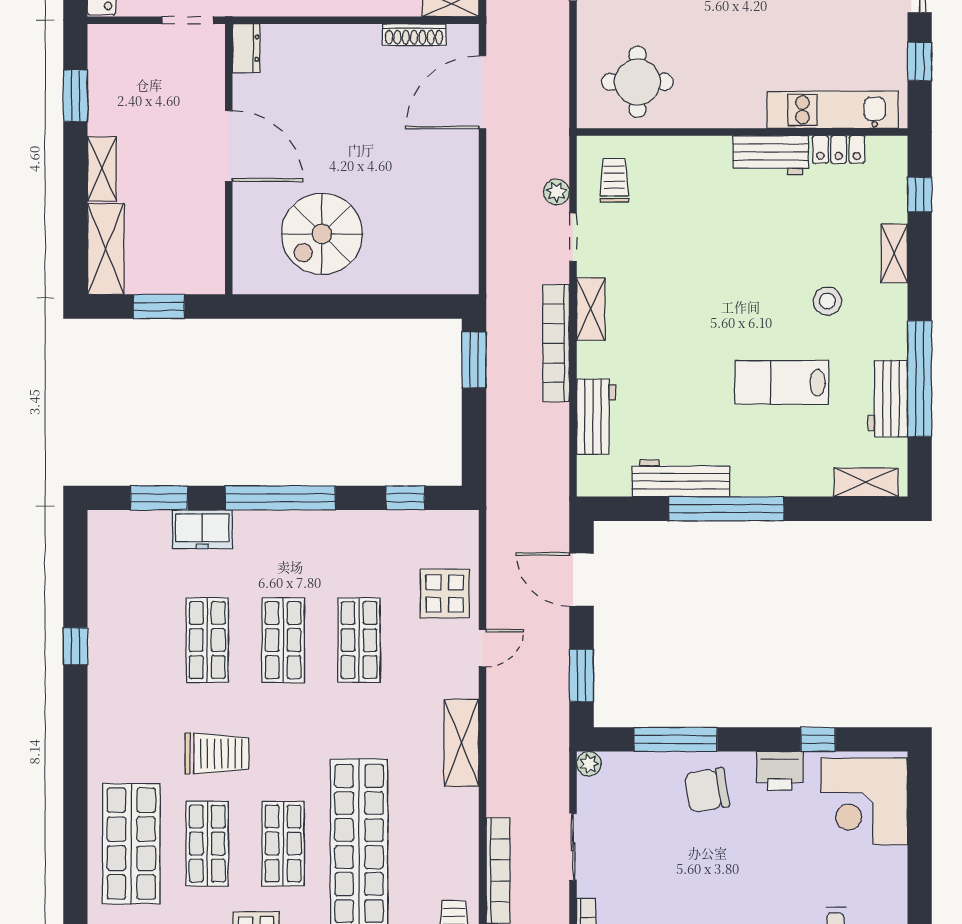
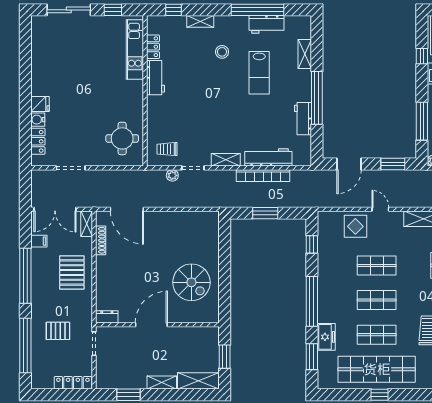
bookcase: (556, 343) -> (263, 176), moved
window: (474, 360) -> (265, 213), moved
workbench: (596, 417) -> (268, 157), width x1.38
workbench: (681, 478) -> (303, 119), width x0.73
shelving: (866, 482) -> (305, 54), moved
shop shelf: (131, 640) -> (377, 369), added

